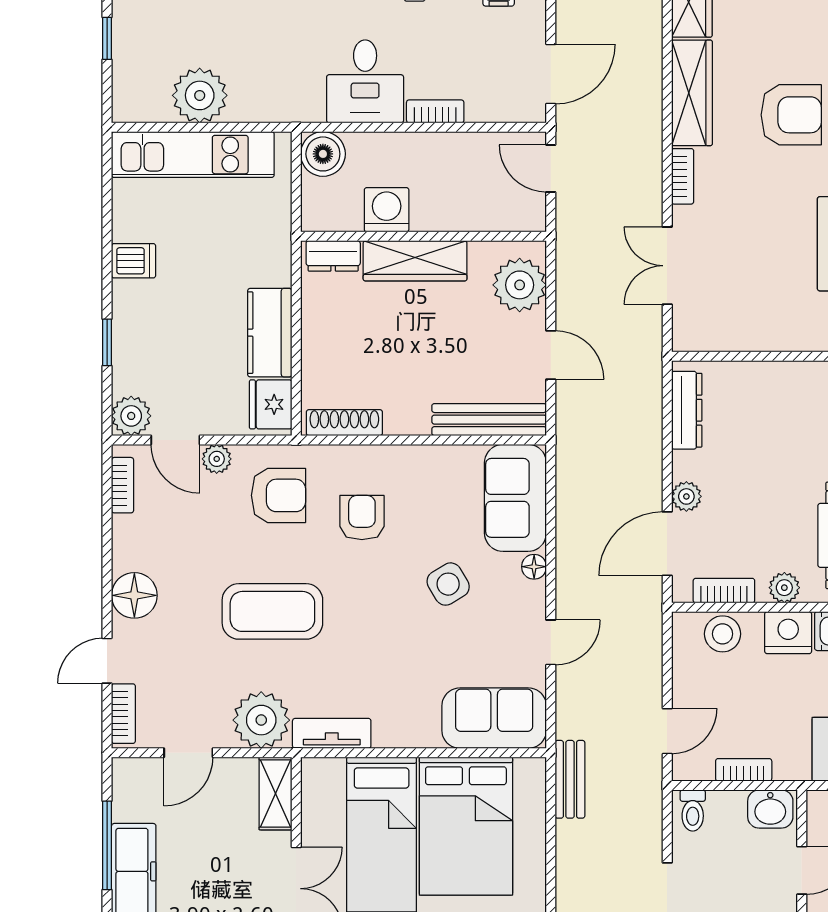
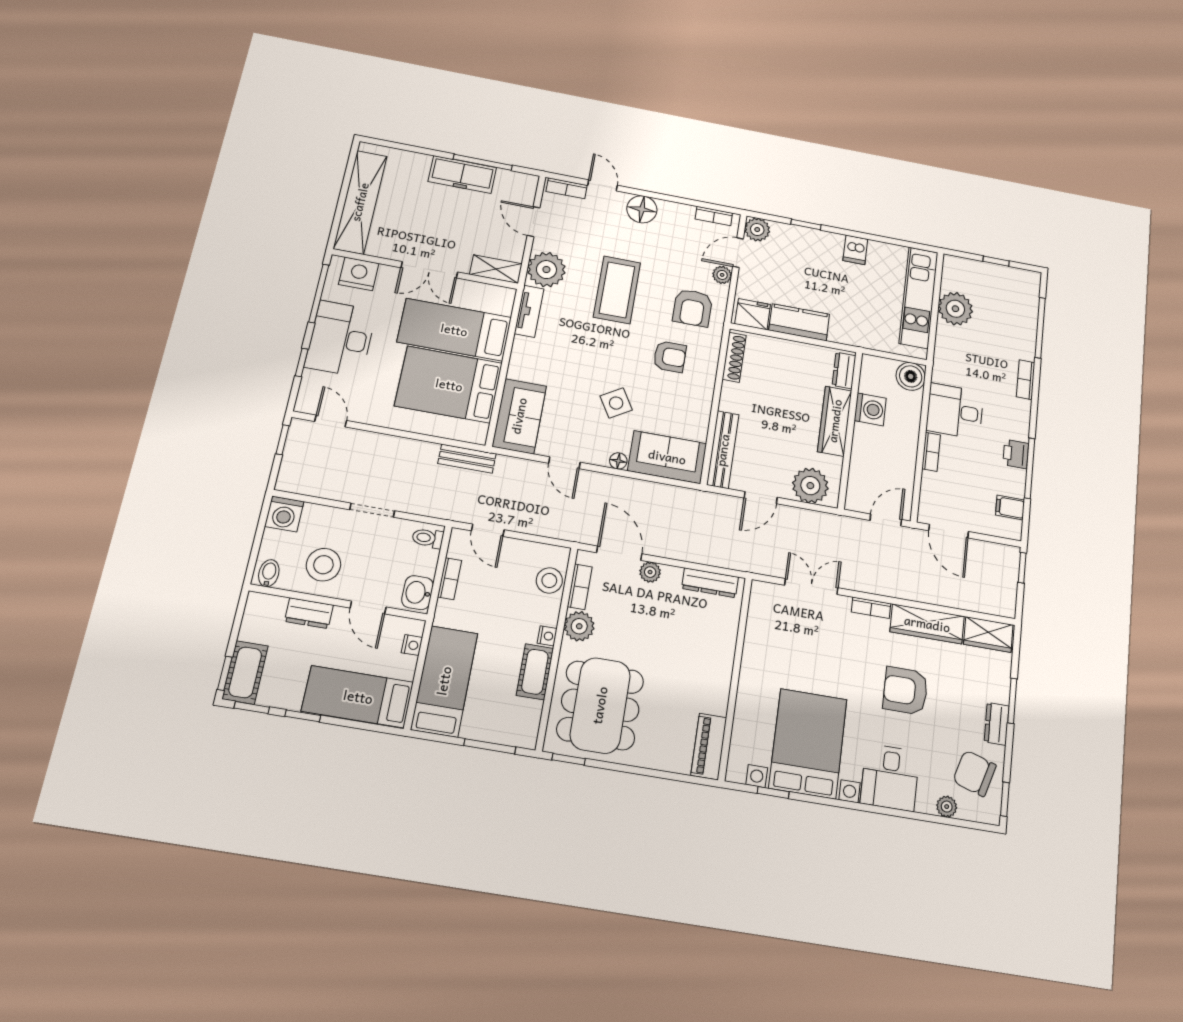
armchair: (791, 115) -> (905, 691), turned 90
plant: (784, 588) -> (579, 626), width x1.38, depth x1.38
nightstand: (788, 633) -> (547, 636), width x0.53, depth x0.56

